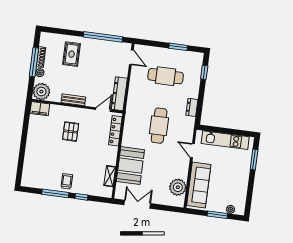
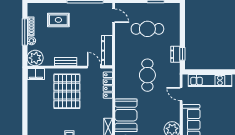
rug: (72, 54) -> (58, 20), turned 90
window: (204, 72) -> (182, 54), moved
door: (103, 110) -> (94, 67), hinge flipped
pallet: (71, 132) -> (67, 91), width x2.05, depth x2.00

